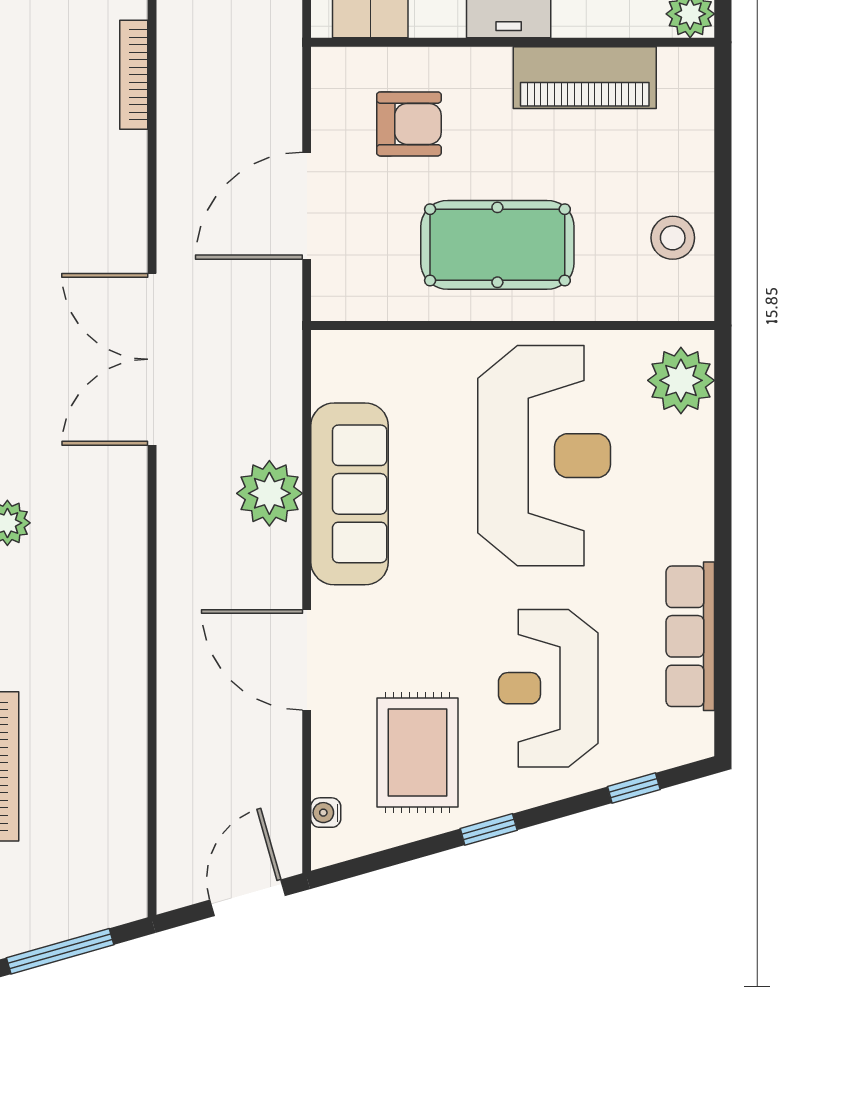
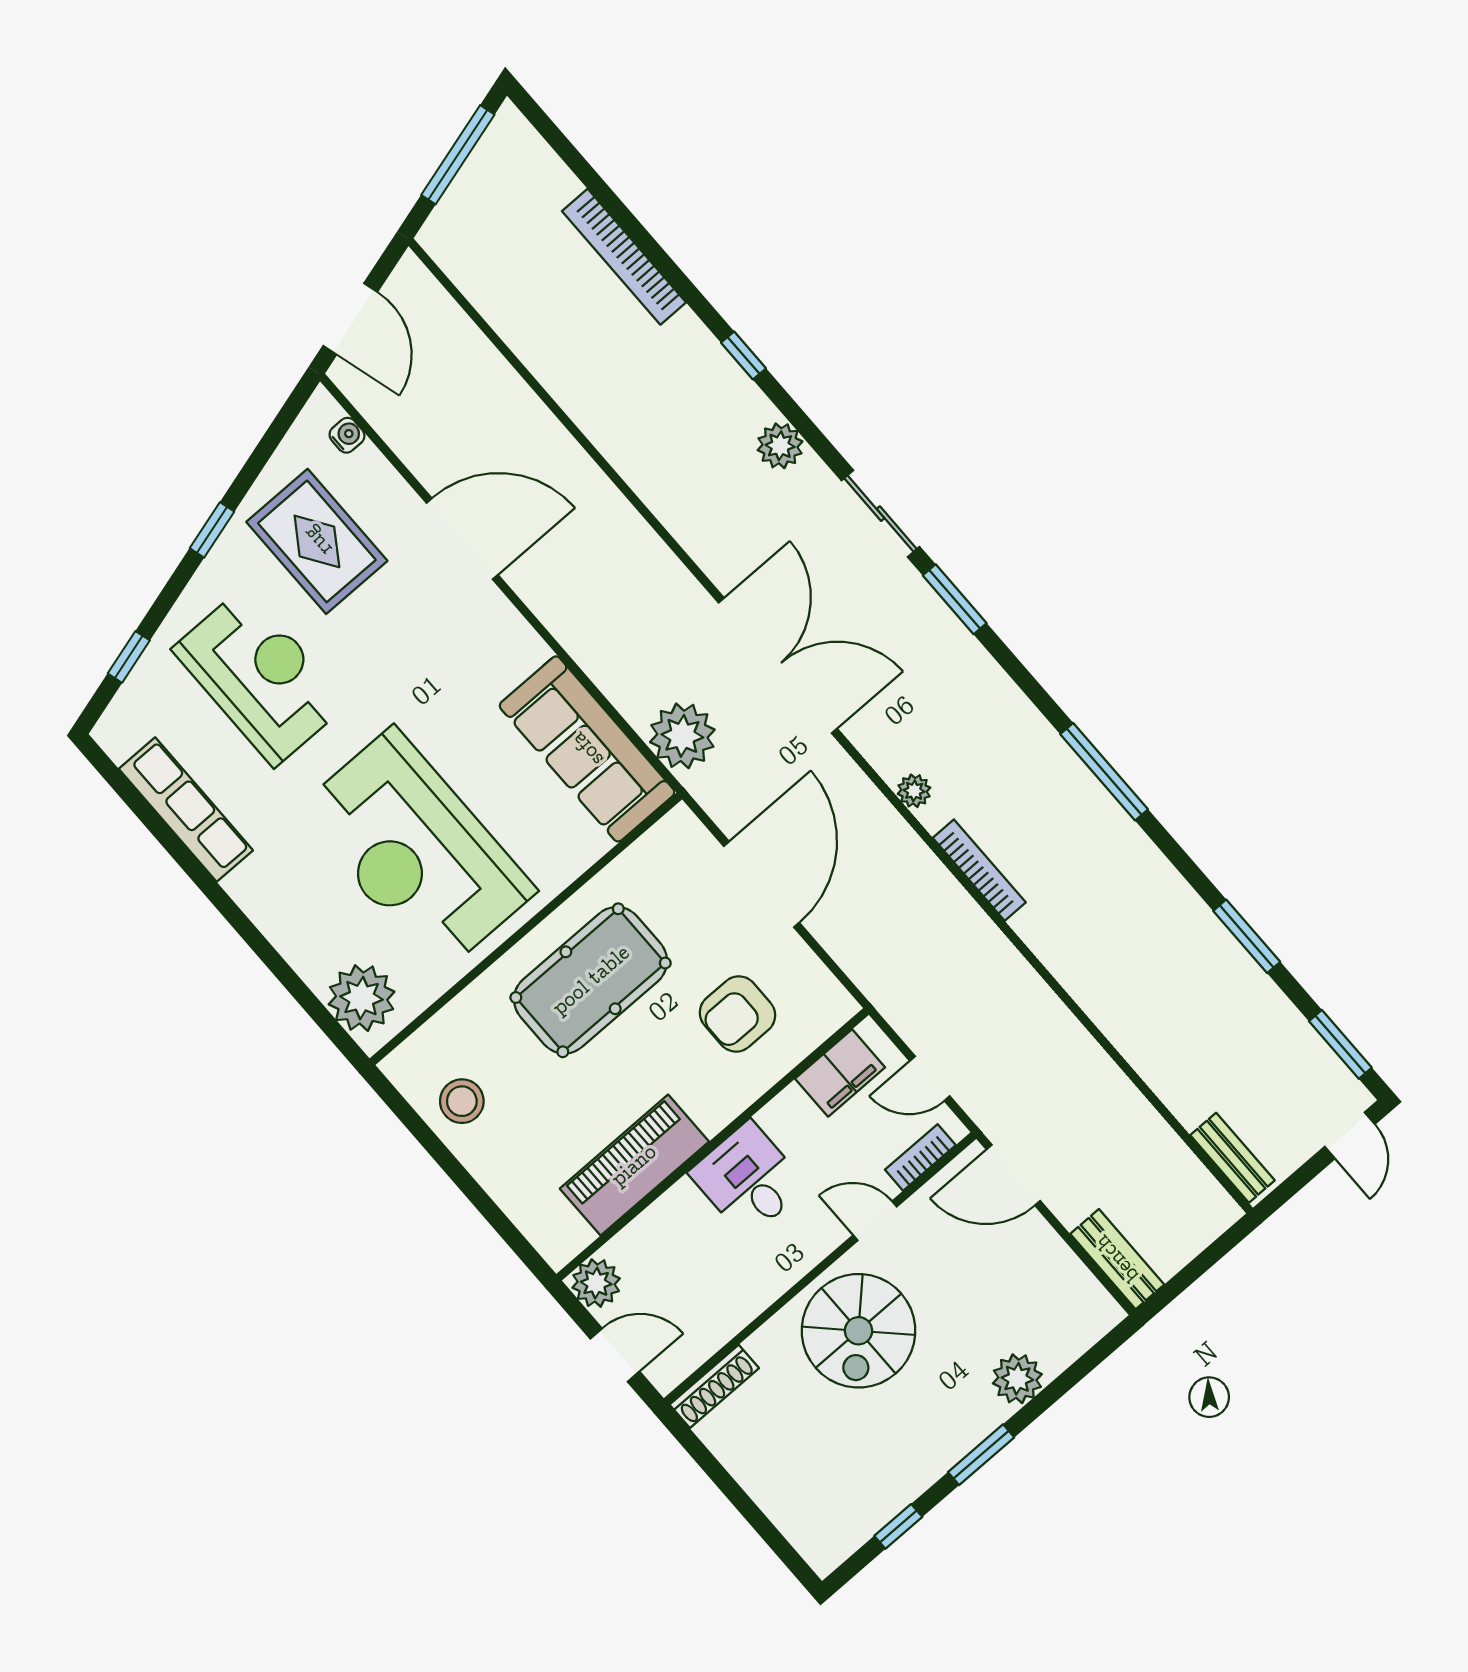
plant: (131, 177) -> (914, 791), added
plant: (269, 493) -> (682, 736), moved
sofa: (350, 494) -> (587, 749), moved

